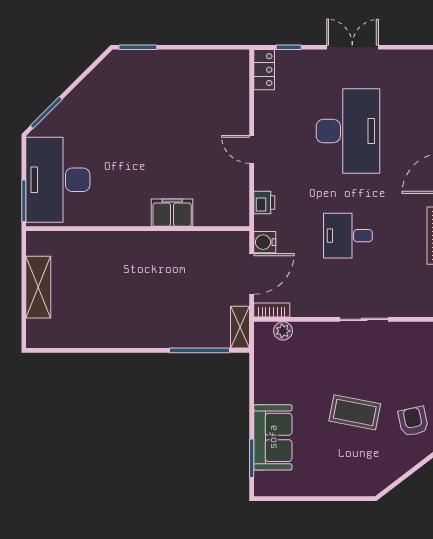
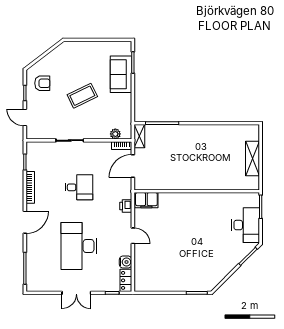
desk: (58, 180) -> (246, 225), width x0.73, depth x0.77
filing cabinet: (172, 213) -> (146, 200), moved
water cooler: (265, 242) -> (126, 262), moved
coffee table: (355, 412) -> (82, 96), moved, turned -37
armchair: (413, 421) -> (42, 83), turned -78

